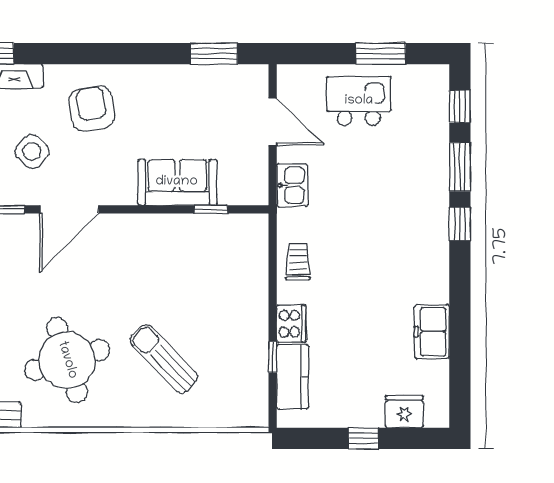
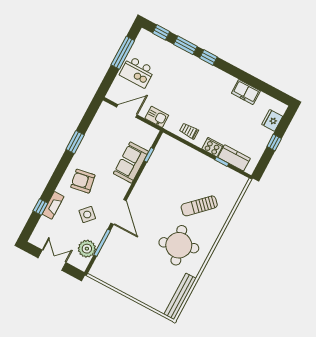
window: (214, 54) -> (75, 142), moved
window: (381, 54) -> (123, 53), width x1.44
kitchen island: (359, 101) -> (137, 72), turned -90

